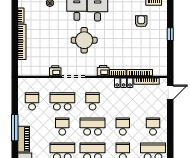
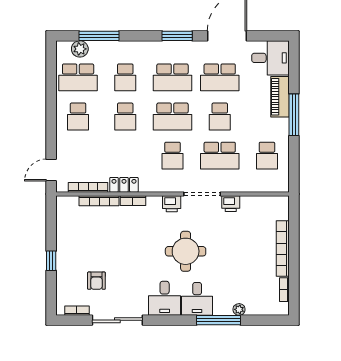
printer: (103, 71) -> (172, 204), moved

